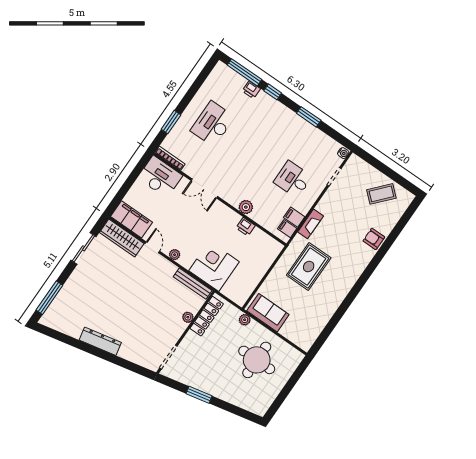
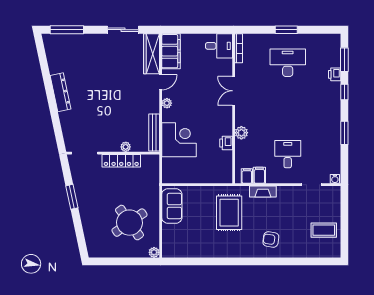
window: (244, 72) -> (344, 60), width x0.69
window: (171, 122) -> (286, 30), moved
desk: (160, 177) -> (219, 46), width x0.73
coffee table: (381, 194) -> (324, 230), turned -42
armchair: (374, 239) -> (271, 239), moved, turned -81
rug: (309, 267) -> (229, 213), turned 90
locker: (207, 316) -> (121, 161), moved
plant: (245, 320) -> (154, 252), moved
round table: (257, 360) -> (129, 223), turned -35

